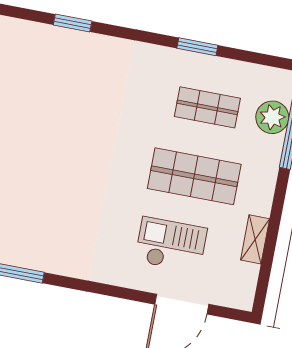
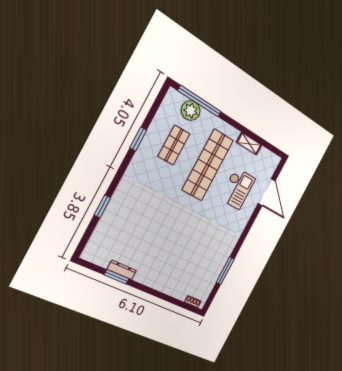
shop shelf: (194, 176) -> (208, 165), width x1.40
checkout: (171, 245) -> (237, 189), turned 180

